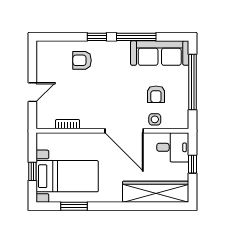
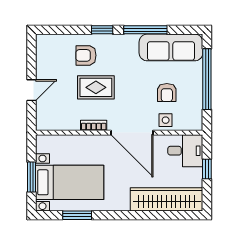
rug: (91, 90) -> (96, 87), added
bookcase: (68, 124) -> (94, 125), moved
window: (32, 171) -> (32, 177), width x1.50

